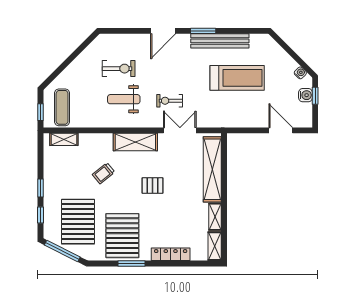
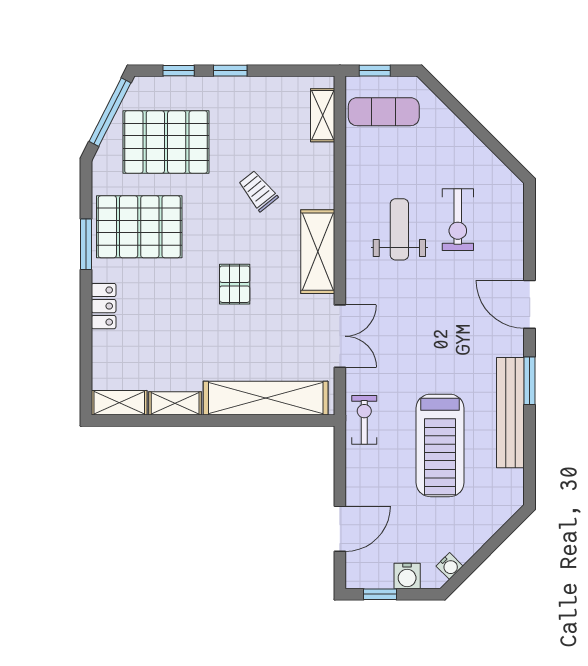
window: (315, 96) -> (380, 594), moved
exercise bike: (170, 101) -> (364, 420), moved
locker: (171, 254) -> (104, 306), width x0.66

